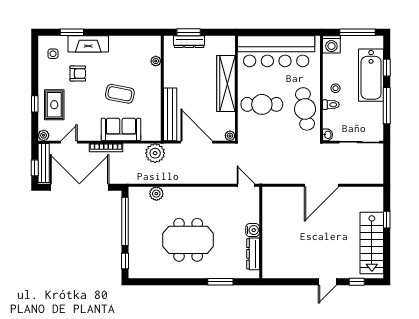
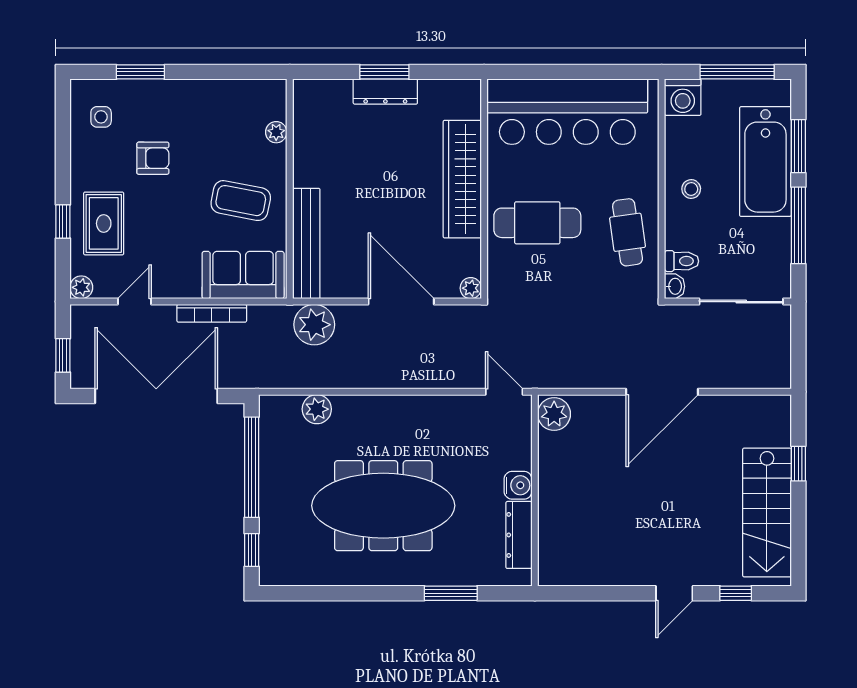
fireplace: (88, 44) -> (175, 96), removed
plant: (156, 61) -> (276, 132), moved
window: (387, 68) -> (798, 146), width x1.50
wall: (162, 88) -> (290, 189), moved
toilet: (331, 105) -> (682, 261), moved
cafe table: (305, 109) -> (628, 232), width x0.73, depth x0.74
bench: (170, 114) -> (306, 244), moved
bench: (44, 163) -> (81, 345), removed
plant: (270, 196) -> (554, 414), added
meeting table: (188, 240) -> (383, 506), width x1.36

